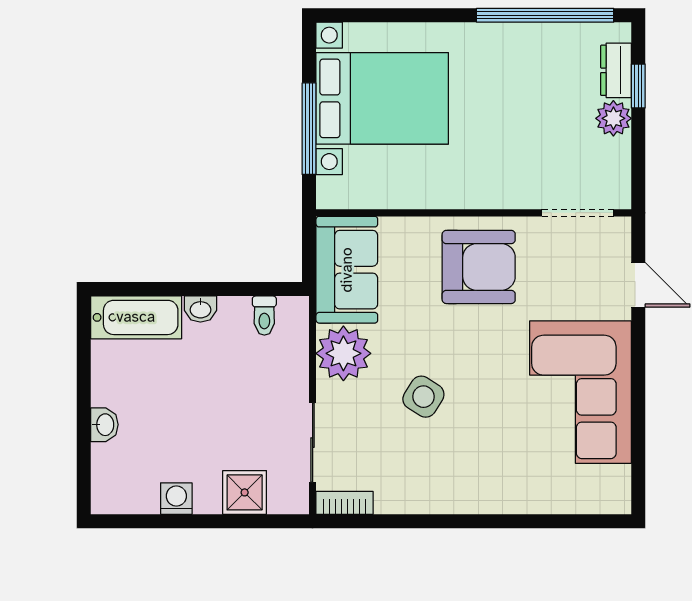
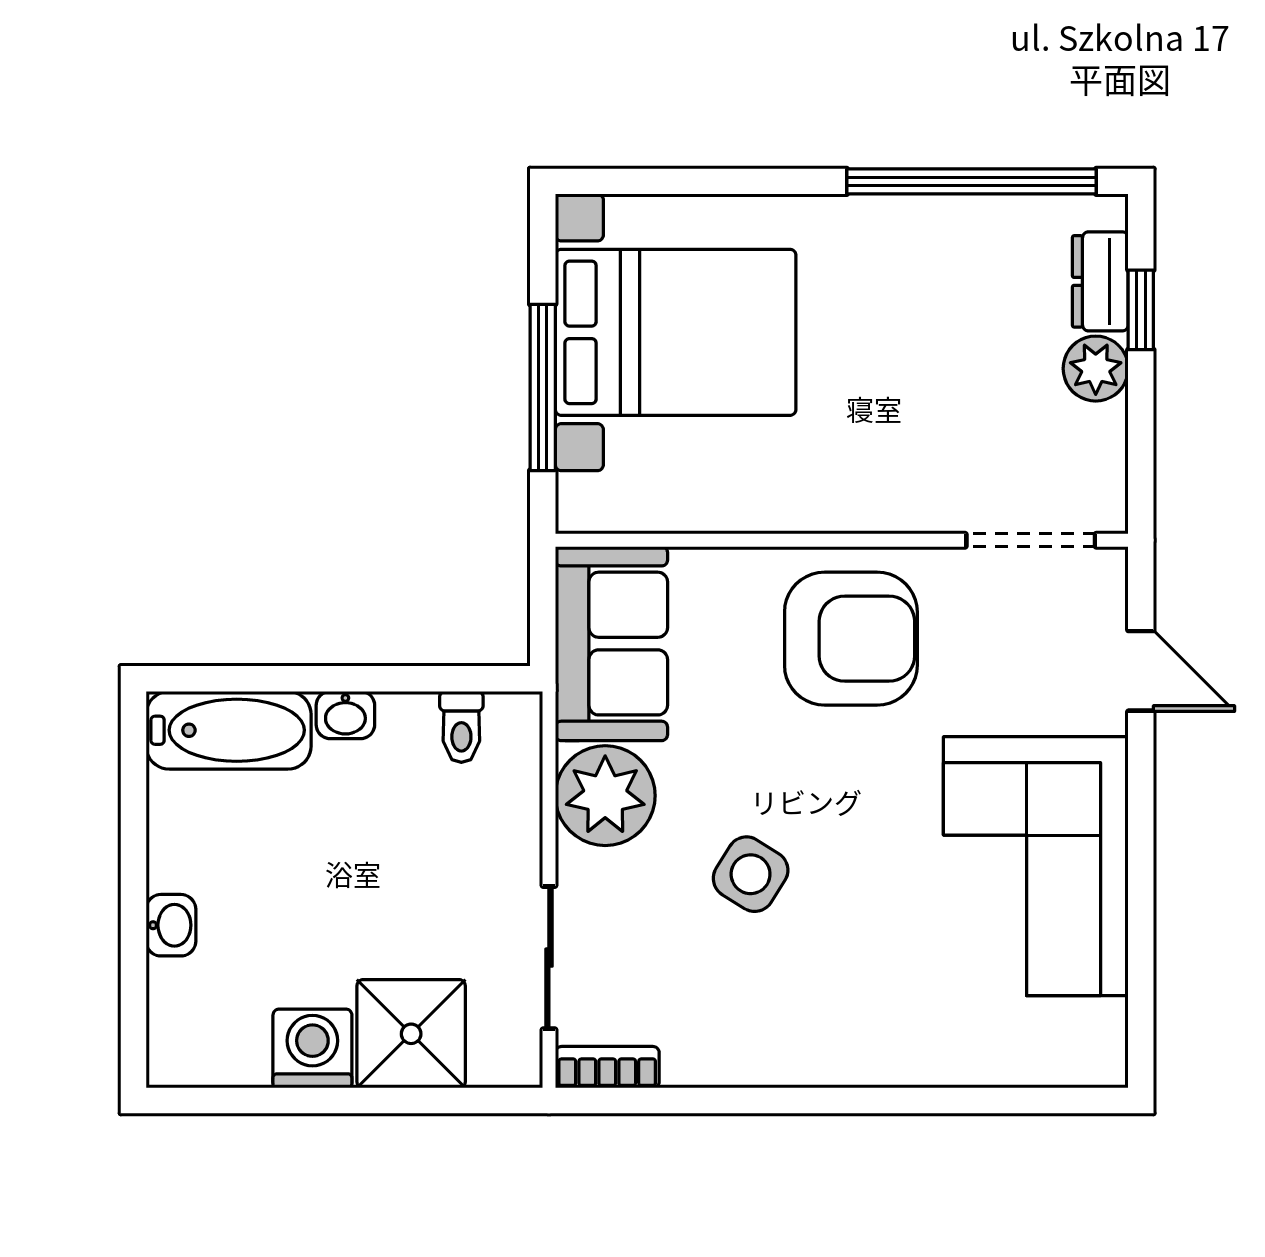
shower: (245, 492) -> (411, 1034), width x1.36, depth x1.36
washing machine: (176, 499) -> (312, 1049), width x1.38, depth x1.38

